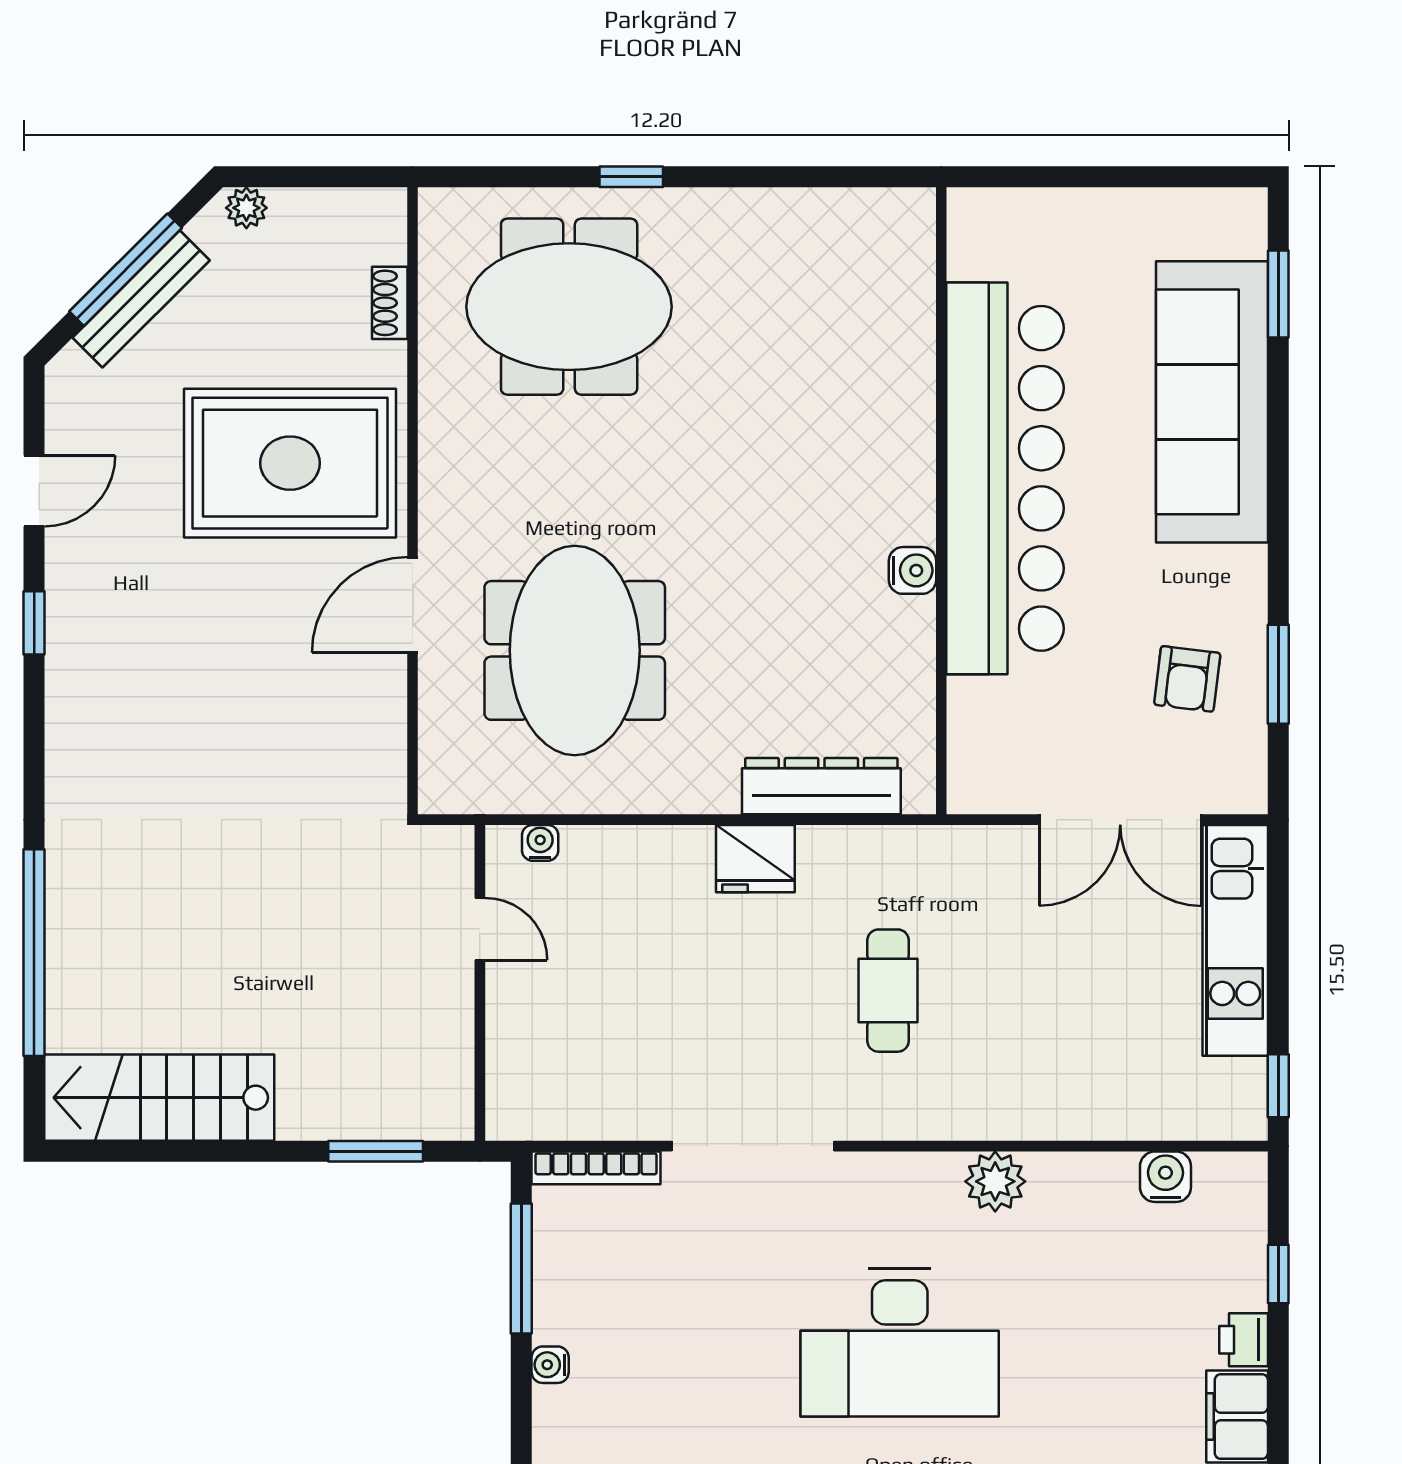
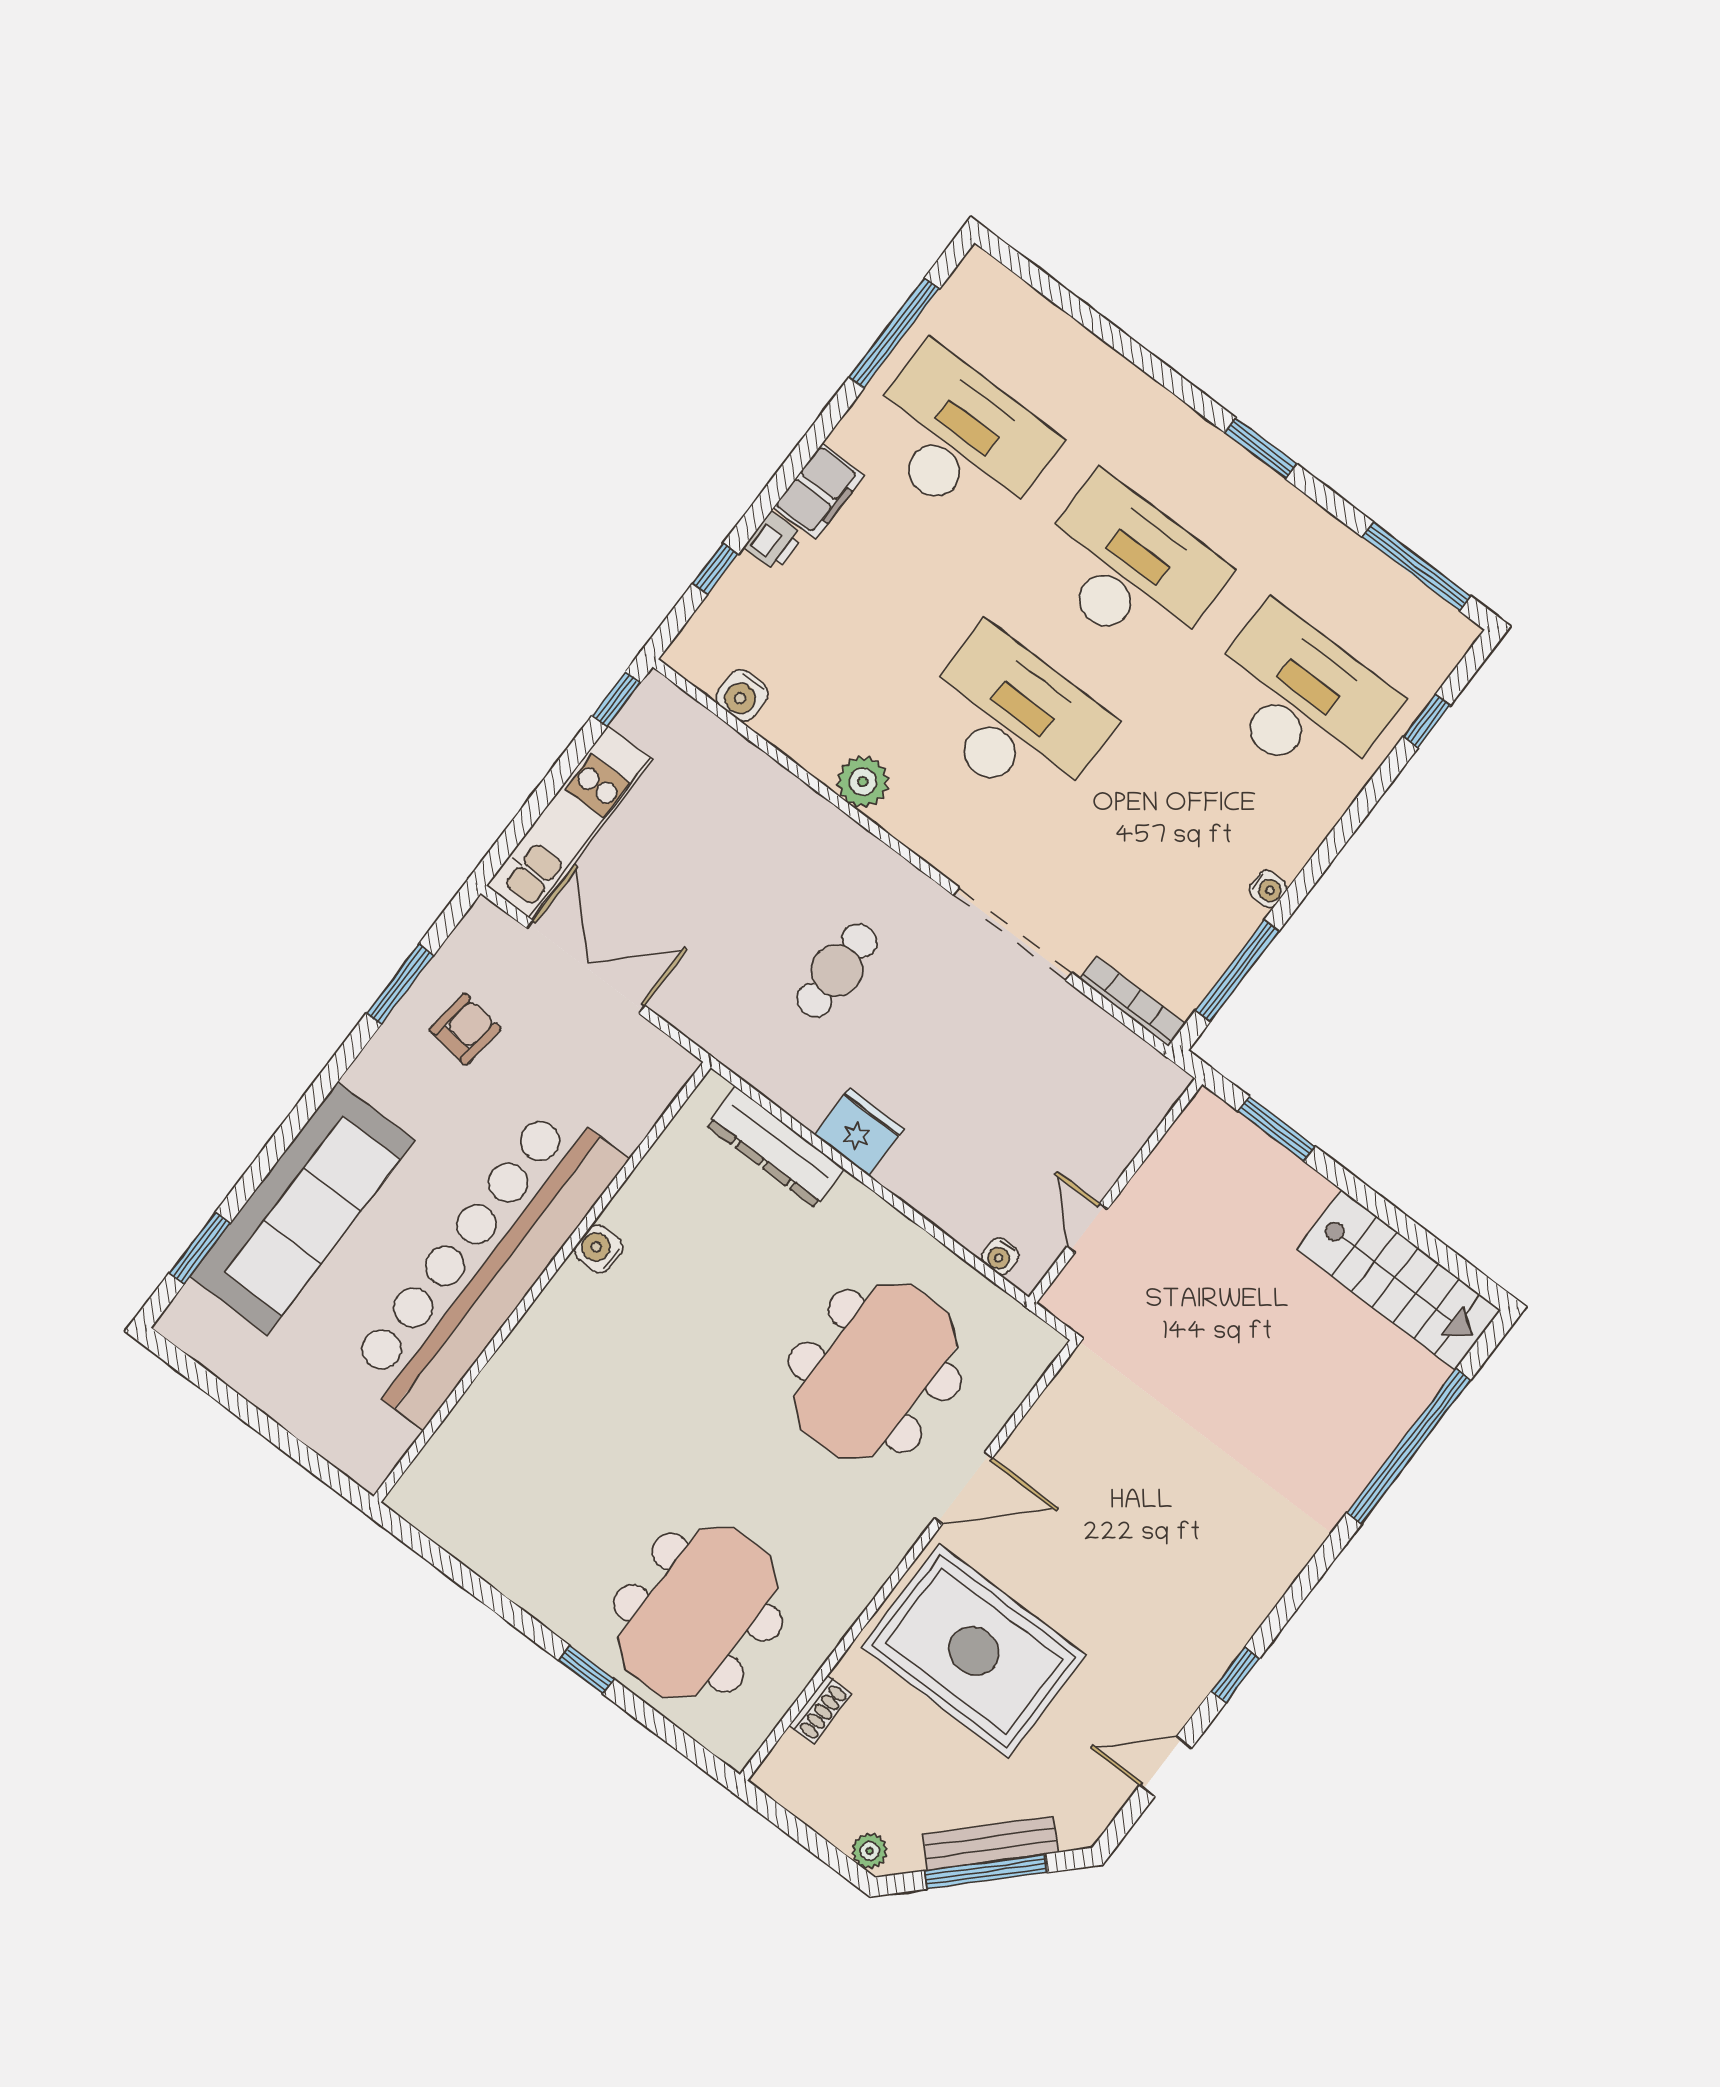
meeting table: (569, 307) -> (698, 1613), turned 90

